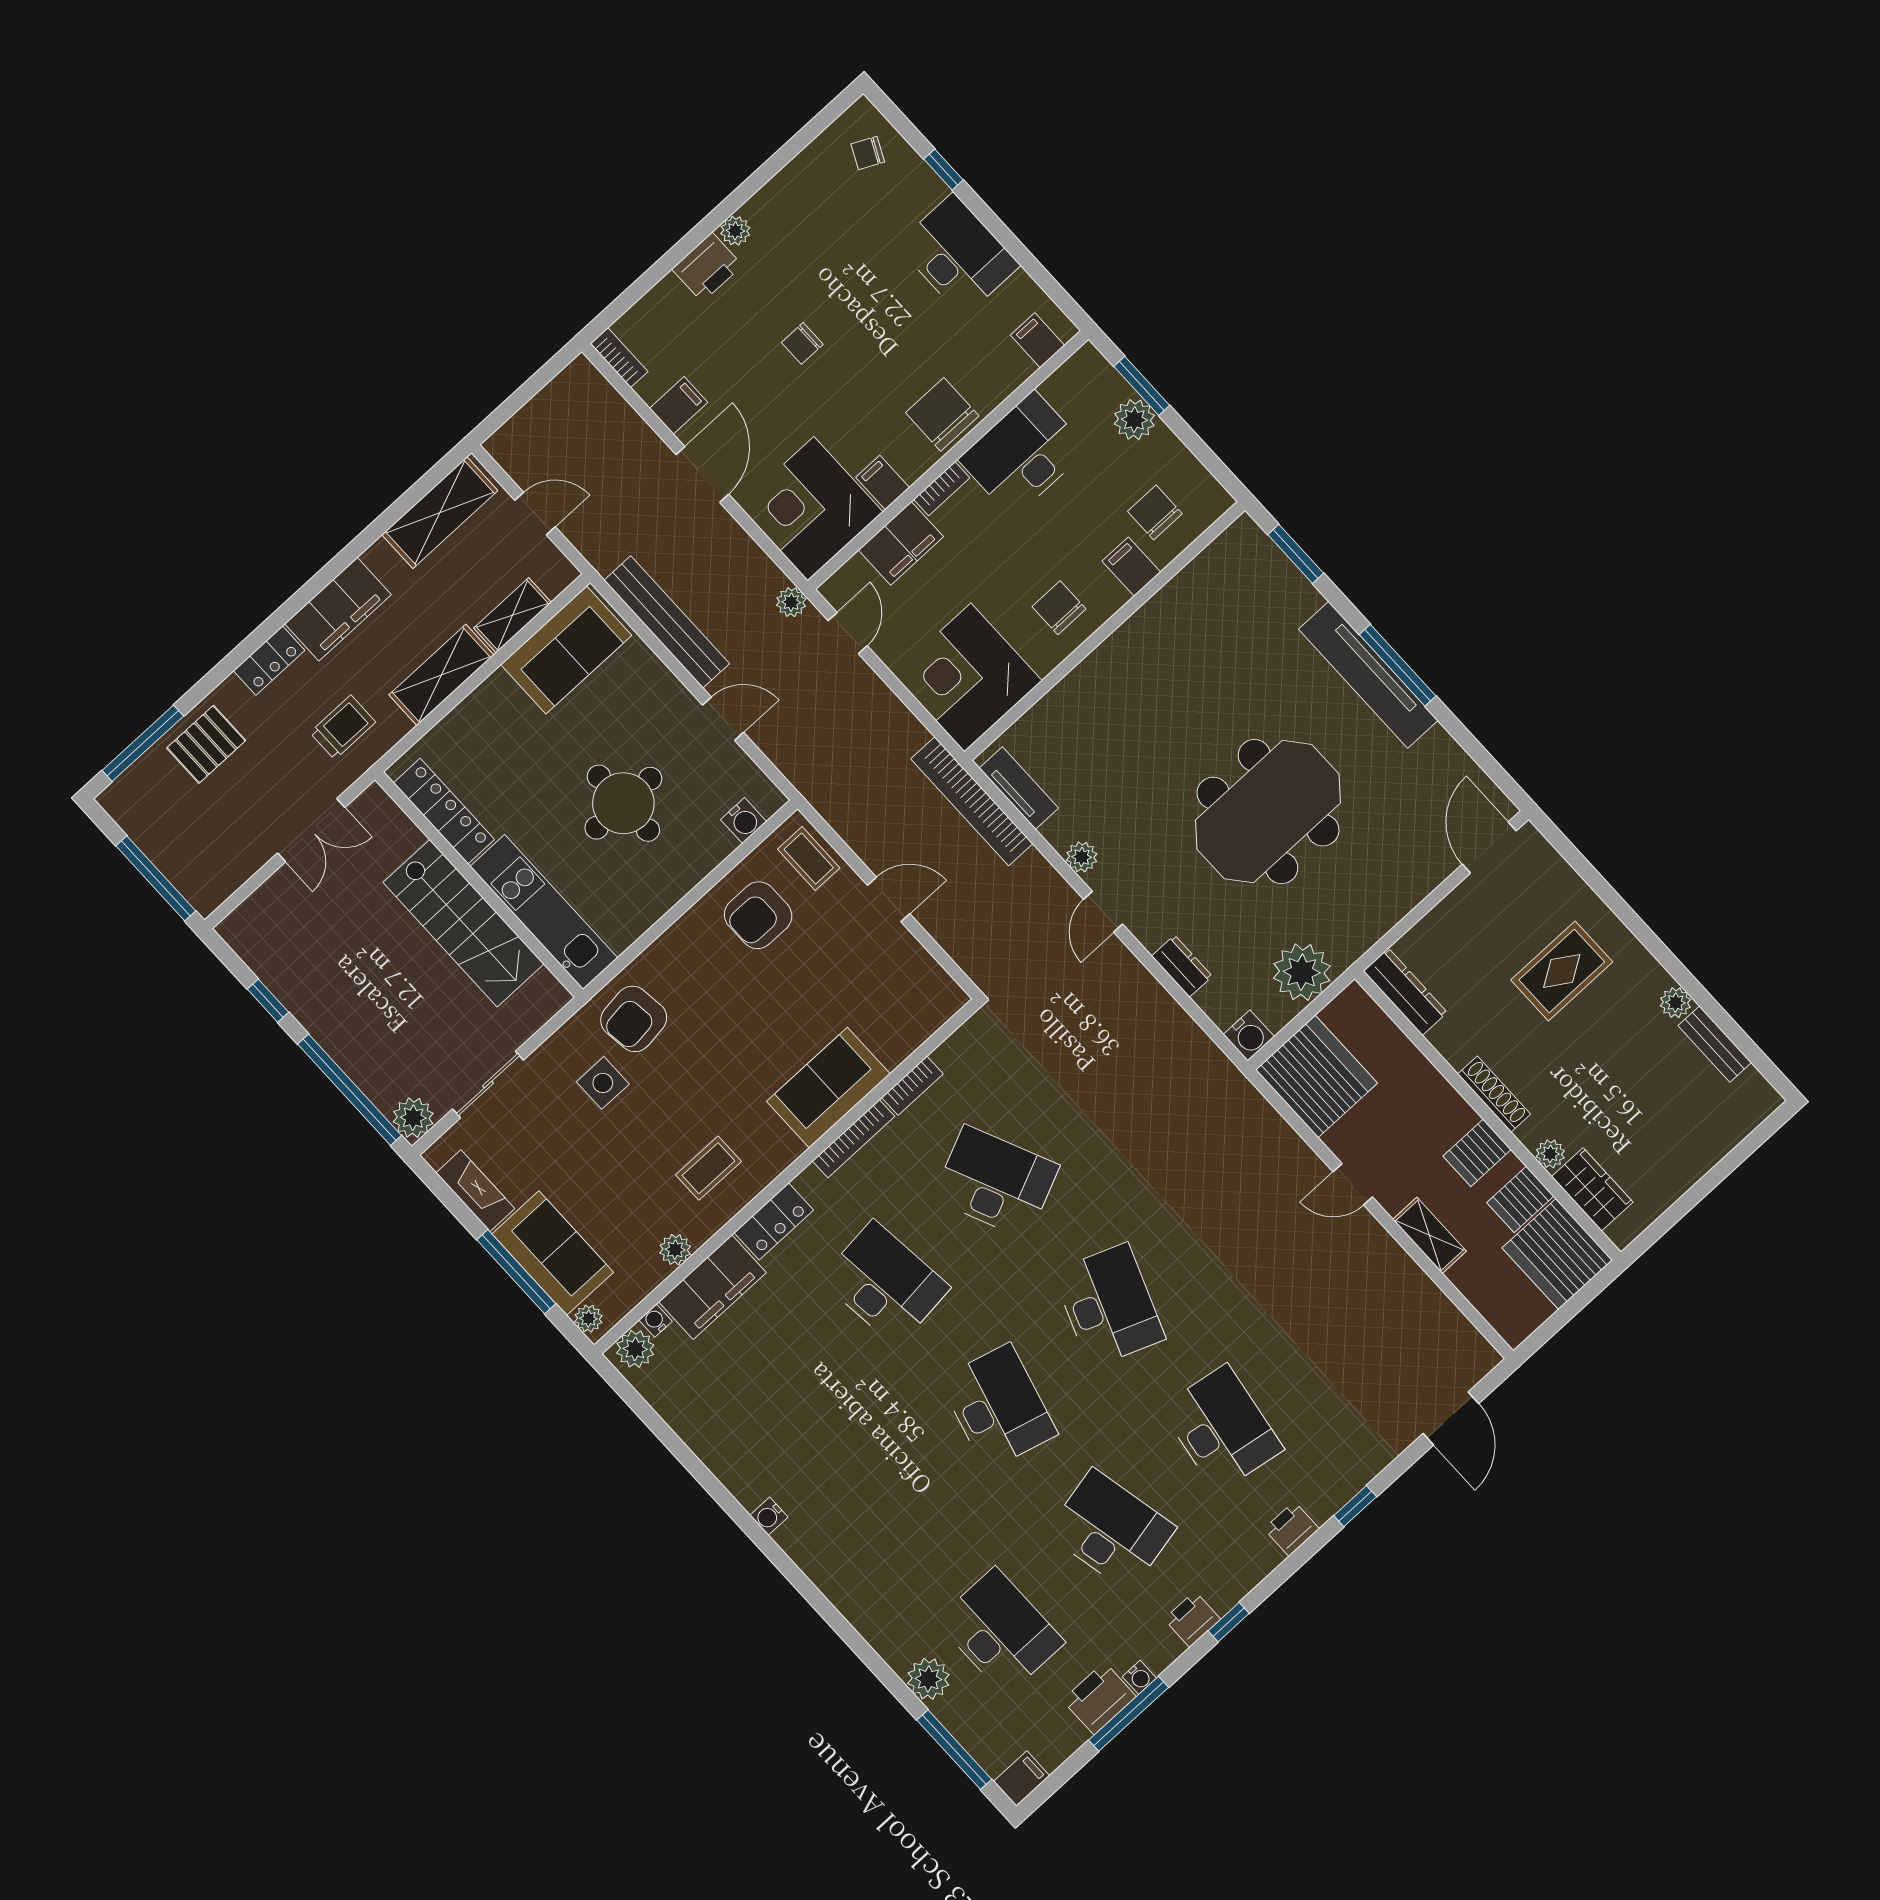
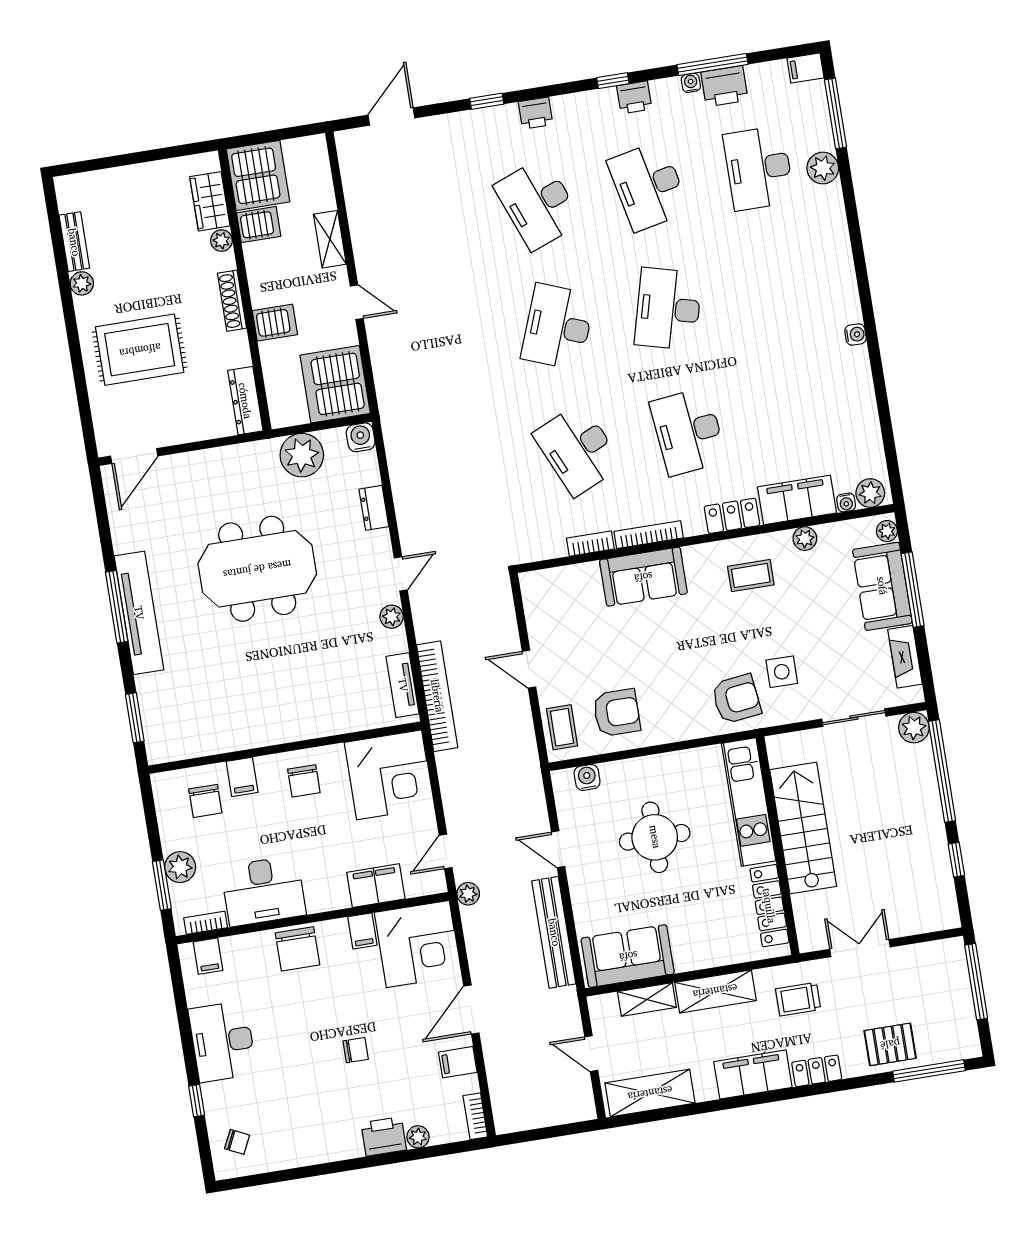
plant: (735, 231) -> (418, 1137), moved
bookcase: (942, 489) -> (206, 923), moved
rug: (1562, 971) -> (140, 350), width x1.36, depth x1.43
server rack: (1477, 1153) -> (275, 323), moved
desk: (1222, 1429) -> (538, 204), turned -30

